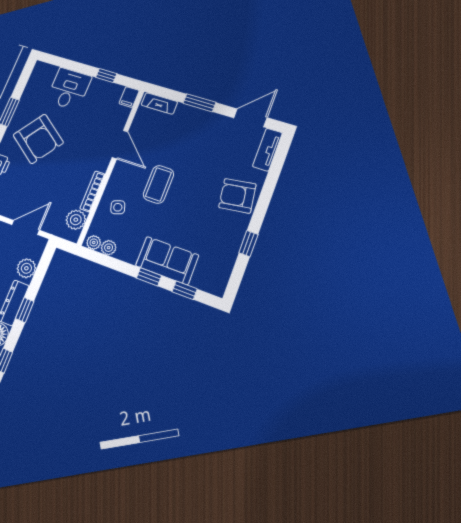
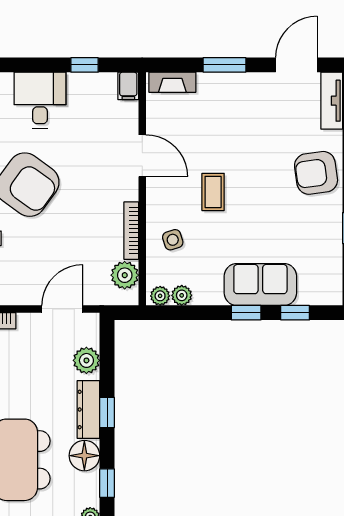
coffee table: (158, 184) -> (213, 192), width x0.73, depth x0.77

